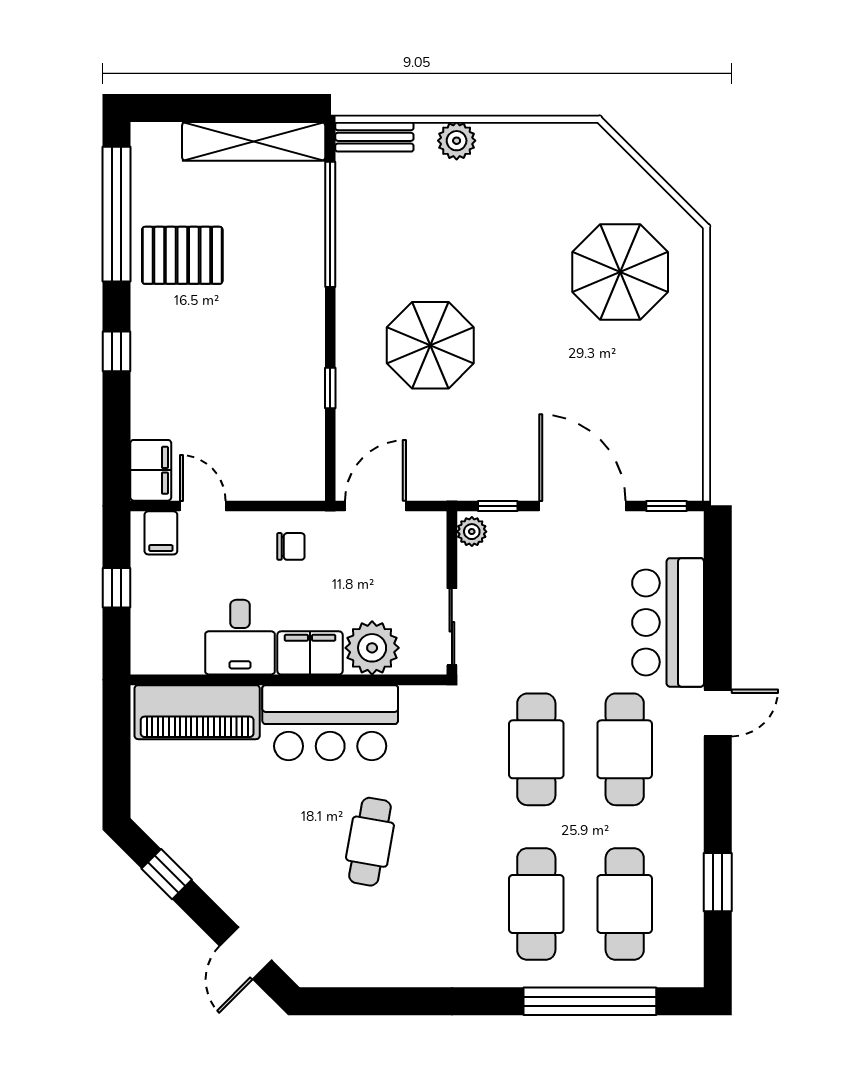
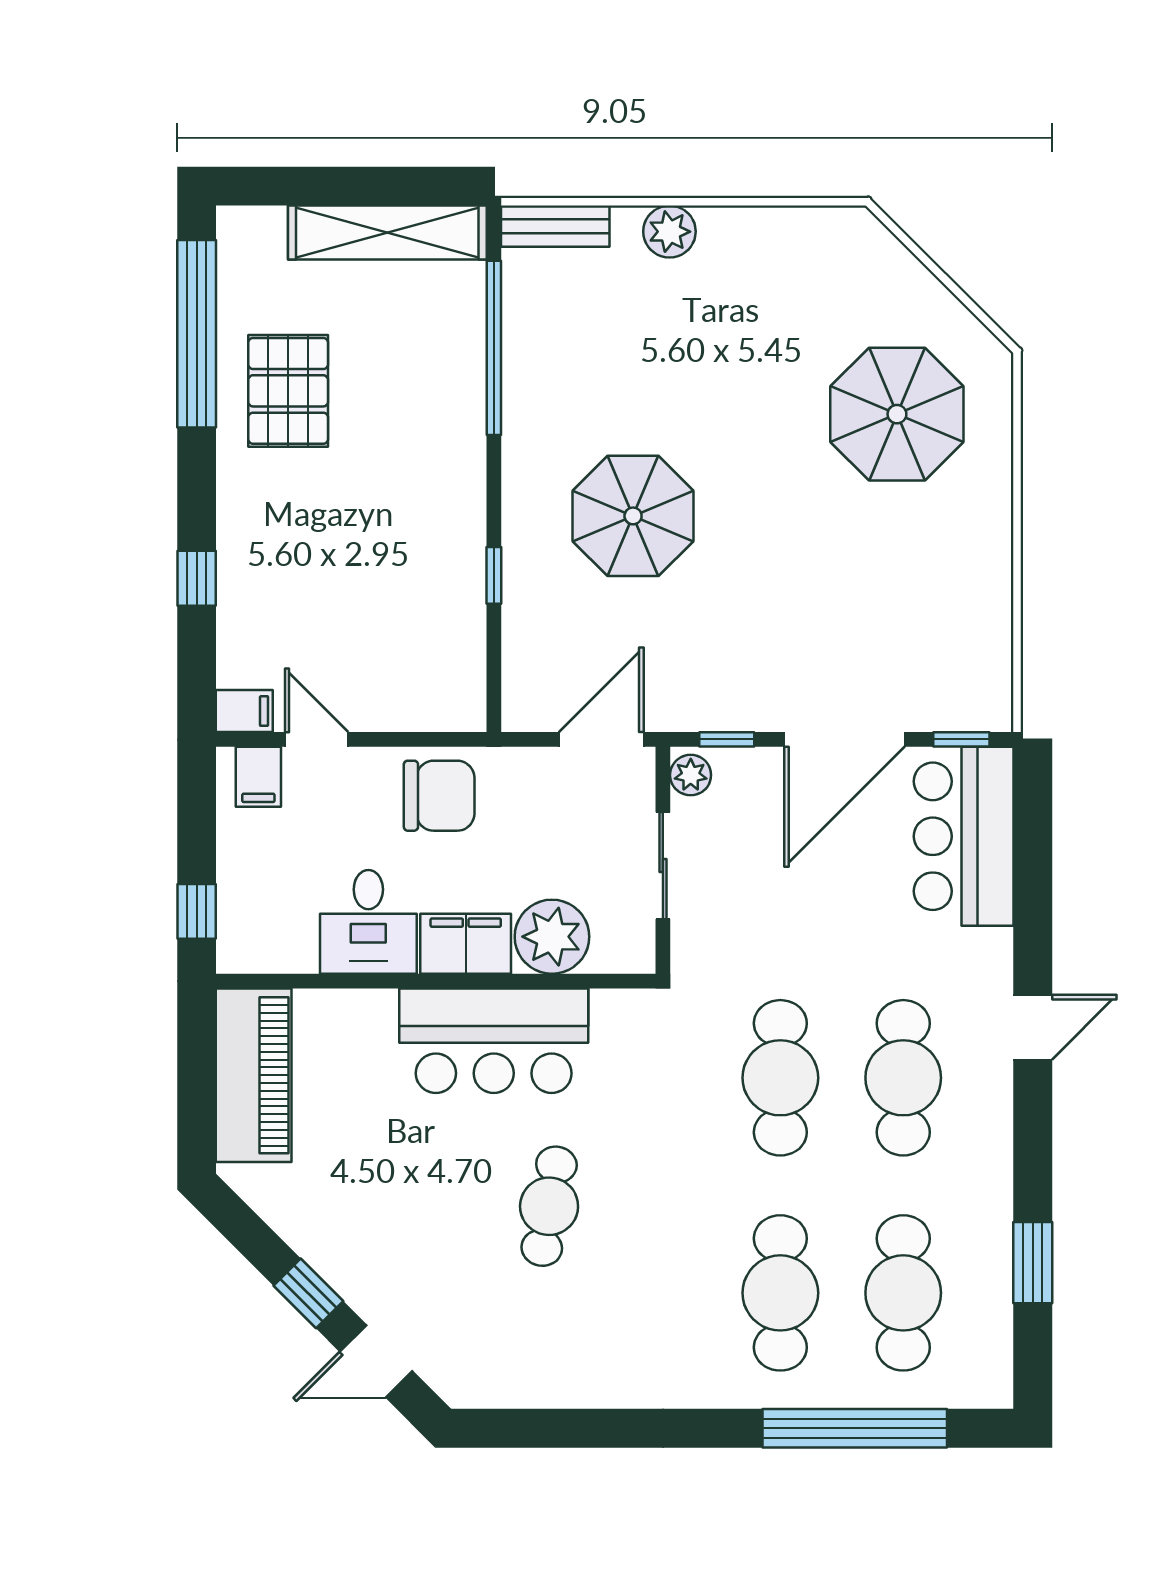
pallet: (182, 255) -> (288, 391), turned 90
window: (116, 351) -> (197, 578), moved
filing cabinet: (151, 470) -> (244, 711), width x0.50
door: (376, 506) -> (601, 739), moved
door: (582, 506) -> (844, 739), swing flipped
chair: (291, 546) -> (439, 796), width x1.87, depth x1.87
window: (116, 588) -> (197, 911), moved
bar counter: (668, 622) -> (964, 836), moved
sliding door: (452, 627) -> (663, 866), moved
piano: (197, 712) -> (254, 1075), moved, turned -90
window: (167, 874) -> (308, 1293), moved
door: (246, 953) -> (376, 1361), hinge flipped

